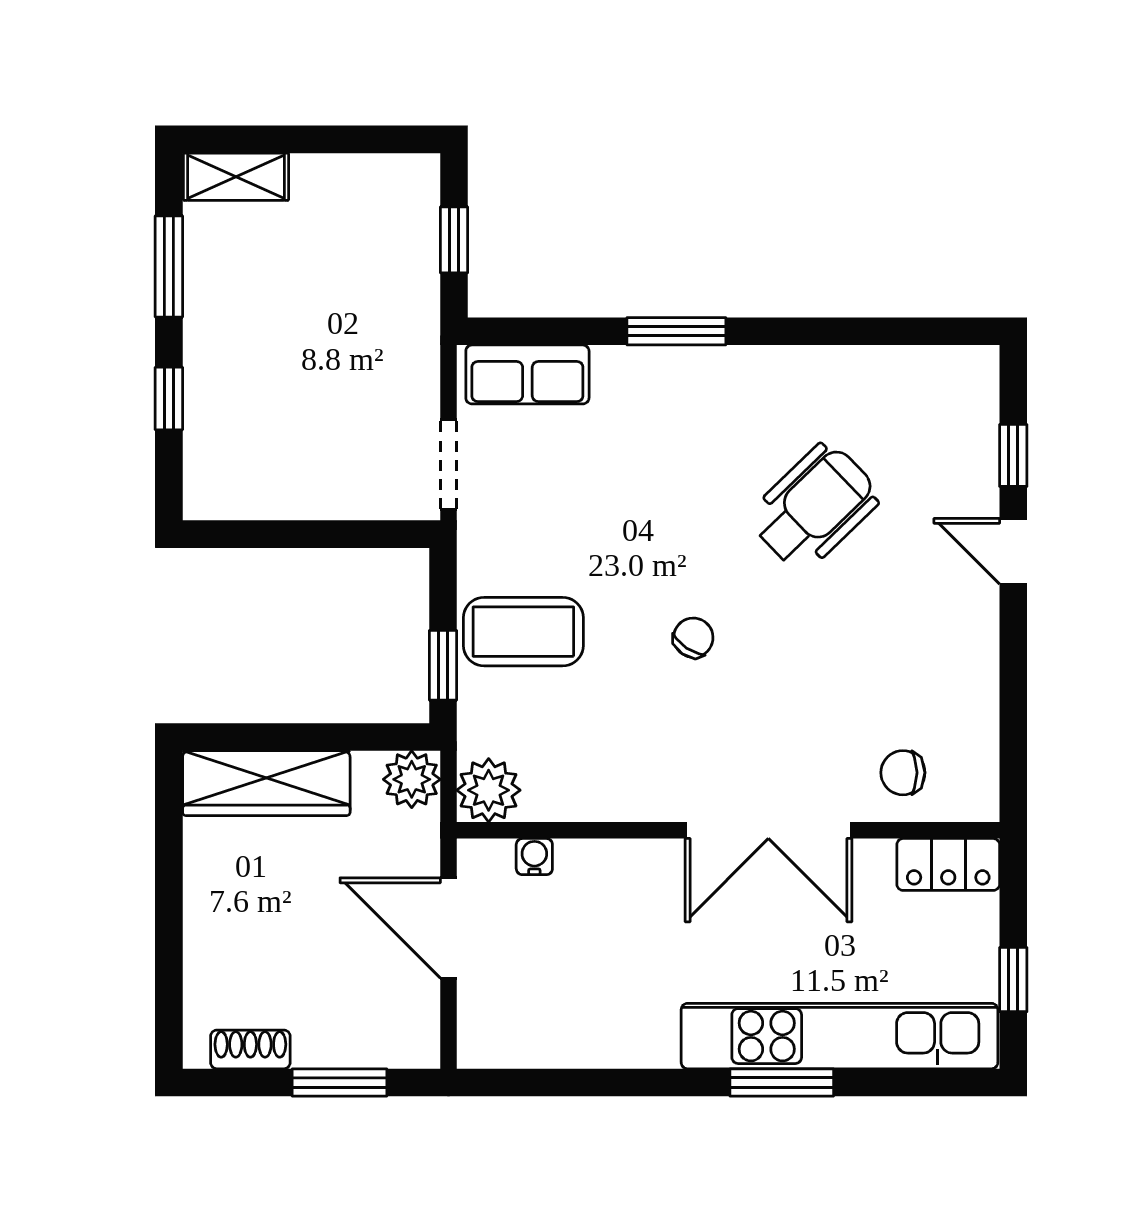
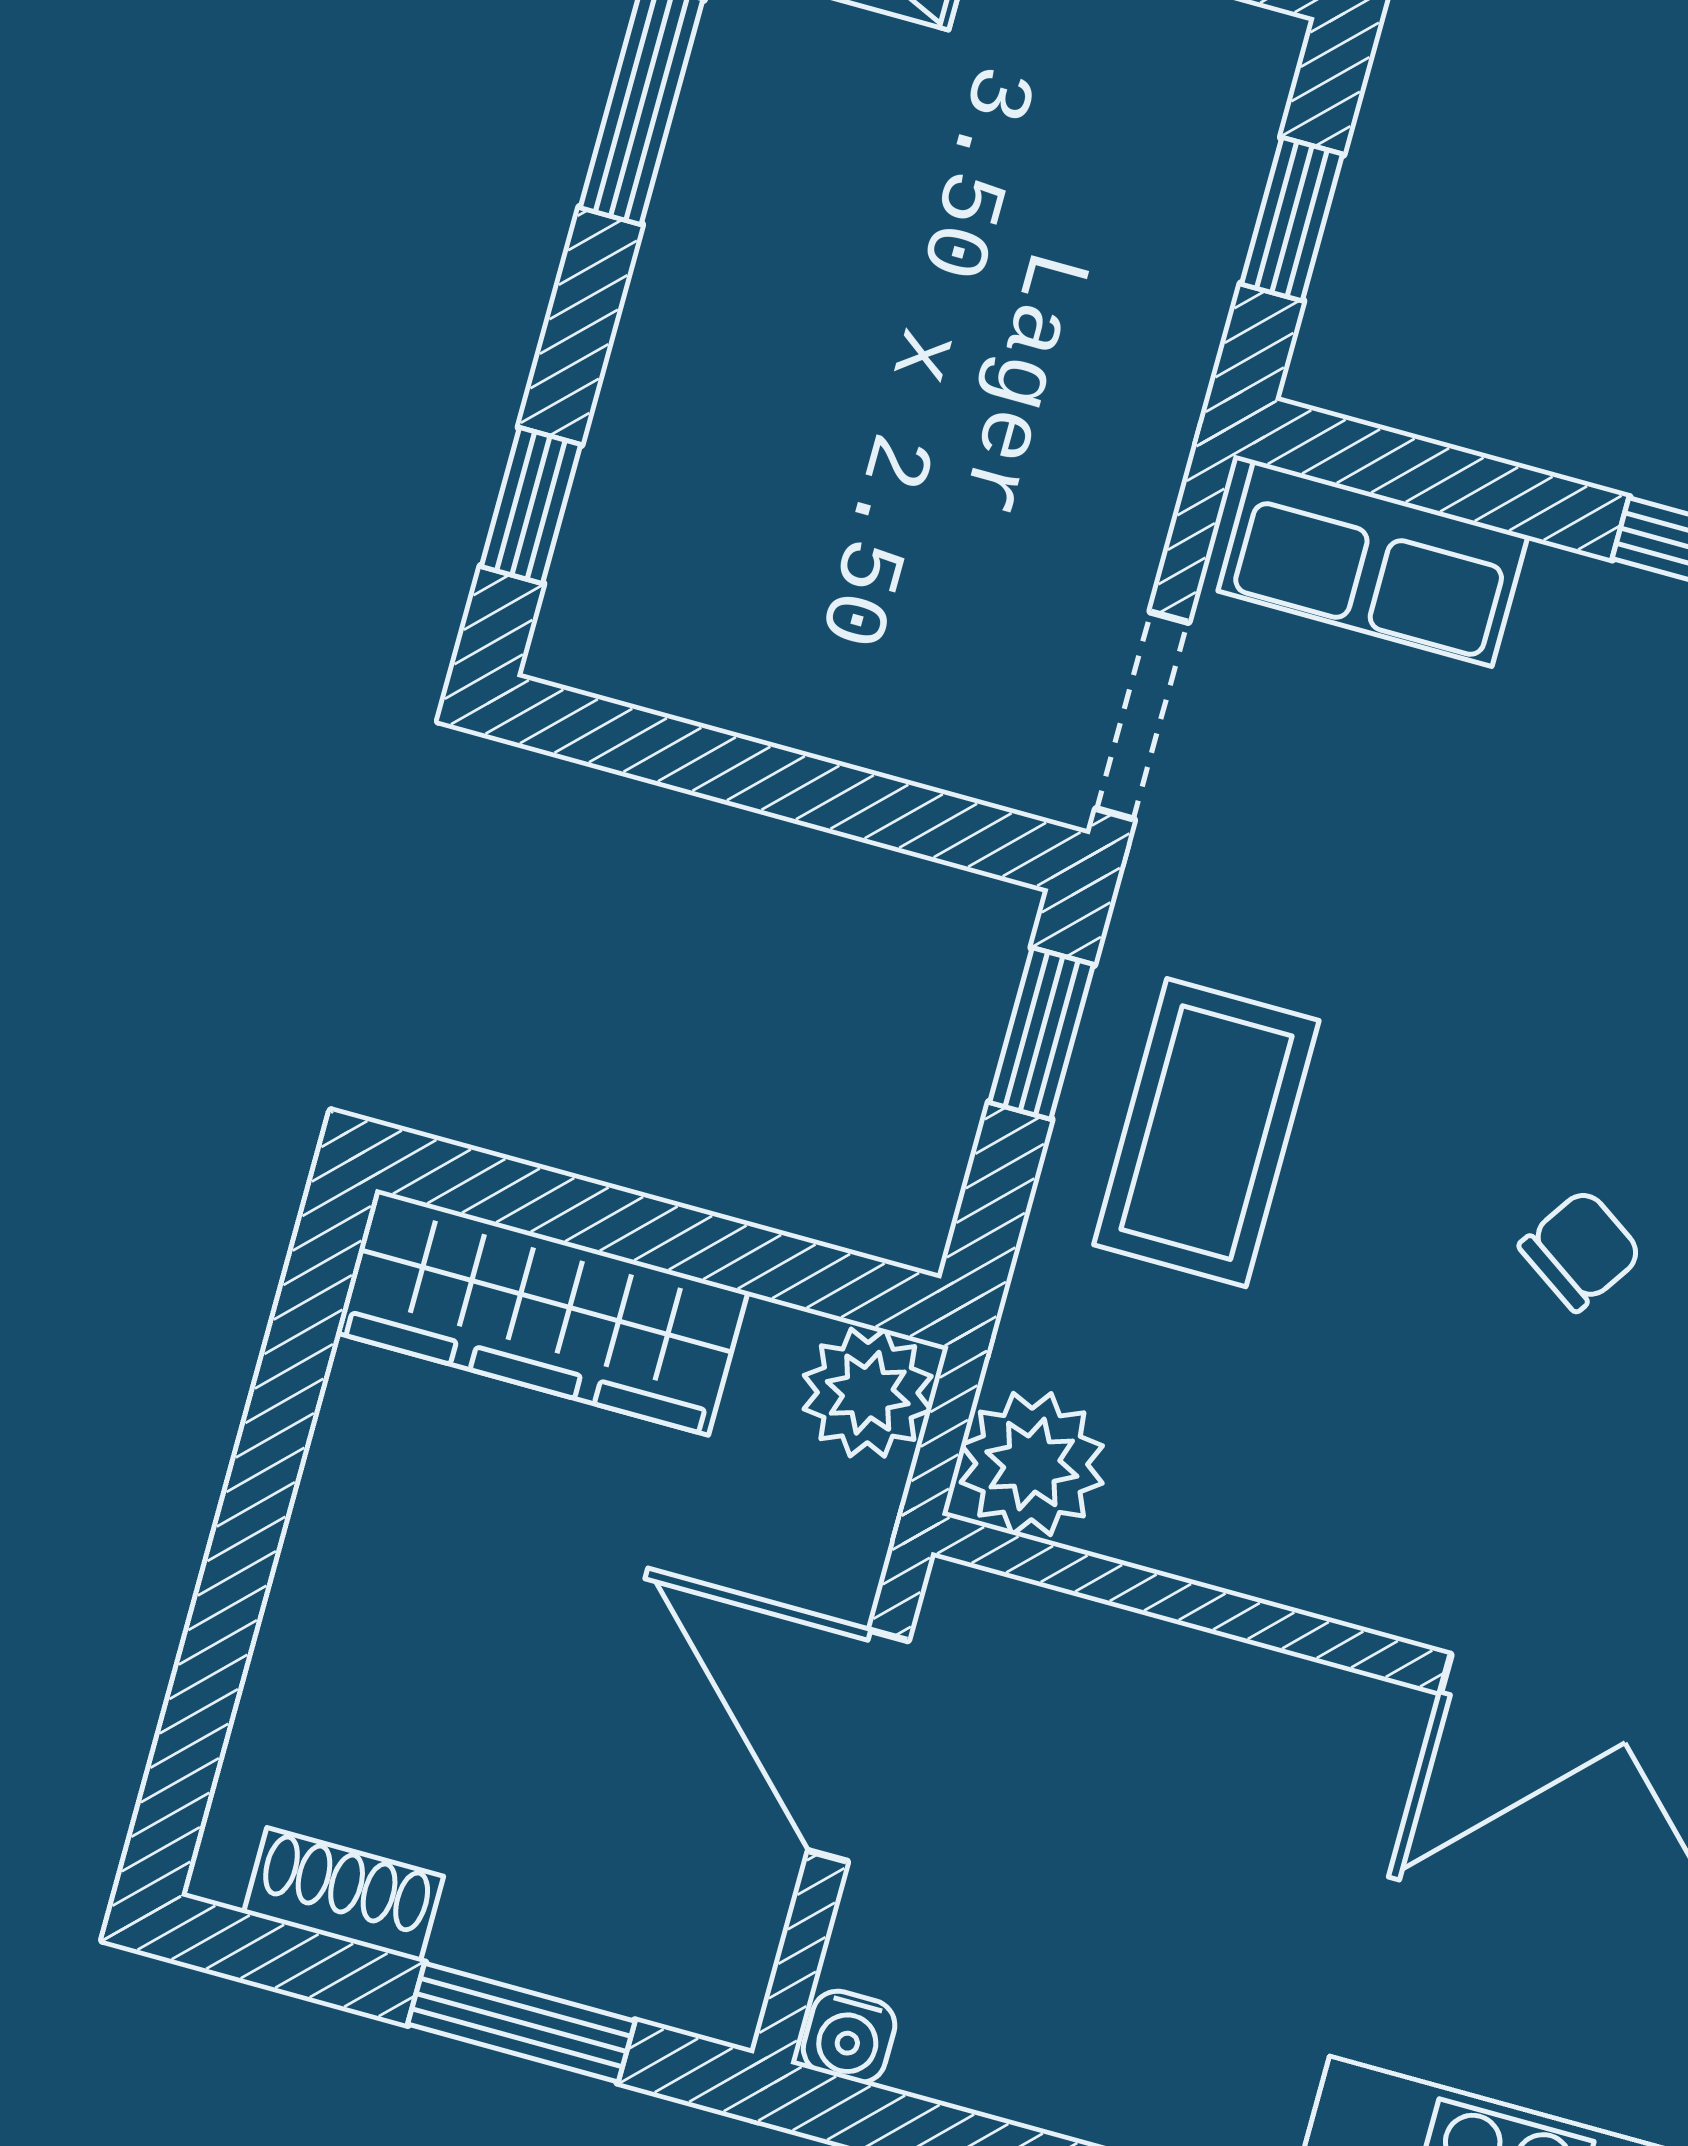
window: (169, 398) -> (531, 505), moved
coffee table: (523, 632) -> (1206, 1133), turned 90
window: (443, 665) -> (1041, 1033), moved
water cooler: (534, 857) -> (849, 2037), moved, turned 180

